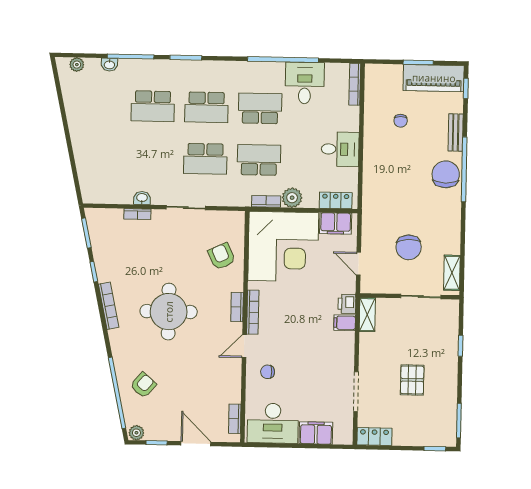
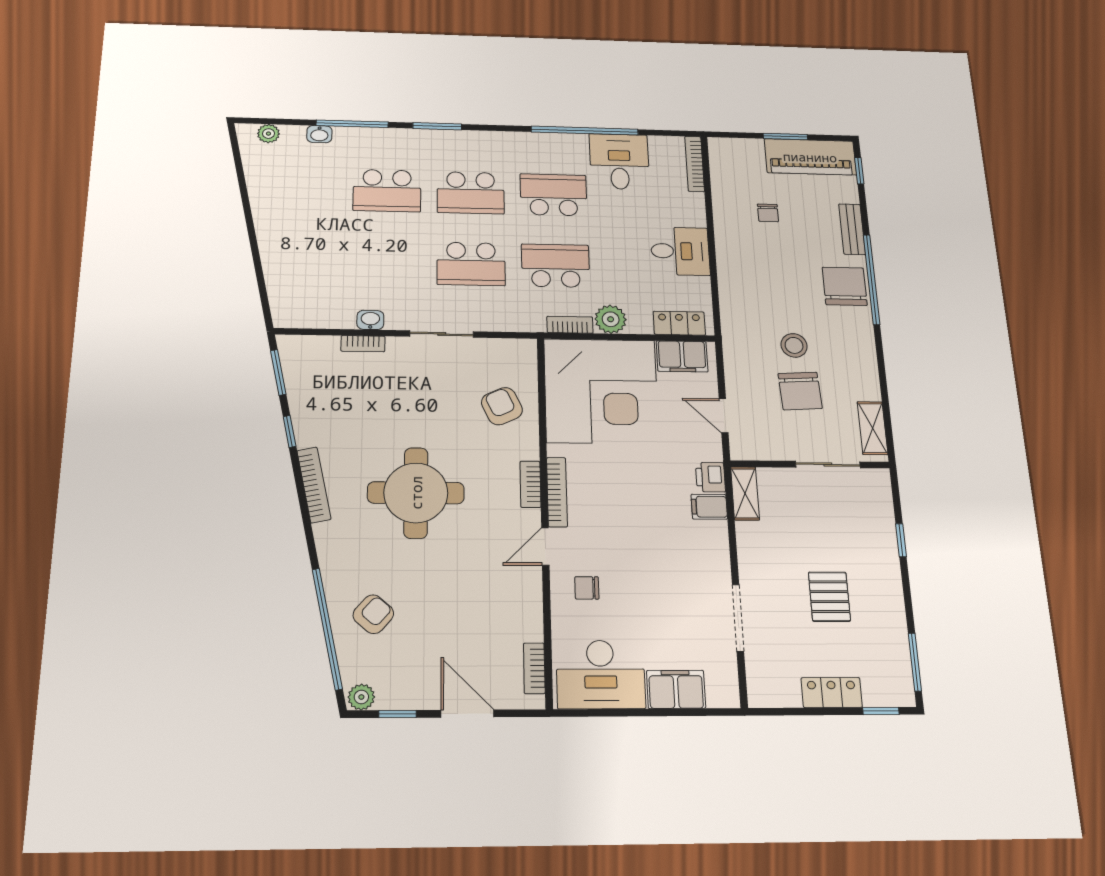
stool: (408, 216) -> (794, 345), added
locker: (374, 436) -> (832, 693), moved

